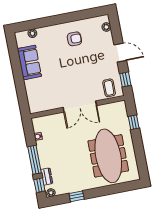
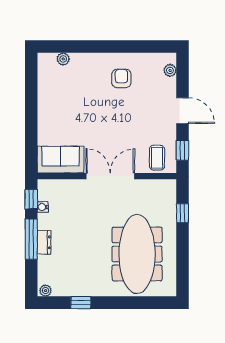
armchair: (74, 39) -> (121, 78), turned -90
sofa: (29, 62) -> (61, 160), moved, turned -90
double door: (80, 107) -> (110, 176), swing flipped
dresser: (47, 176) -> (44, 242), moved
window: (39, 185) -> (31, 199), moved

